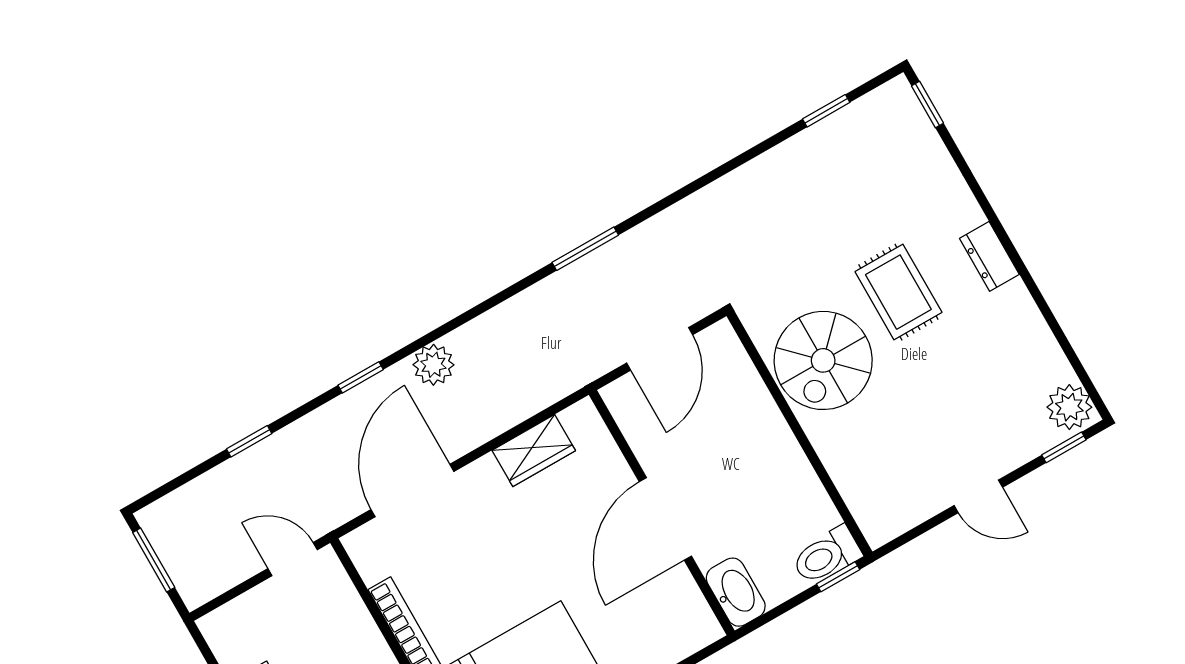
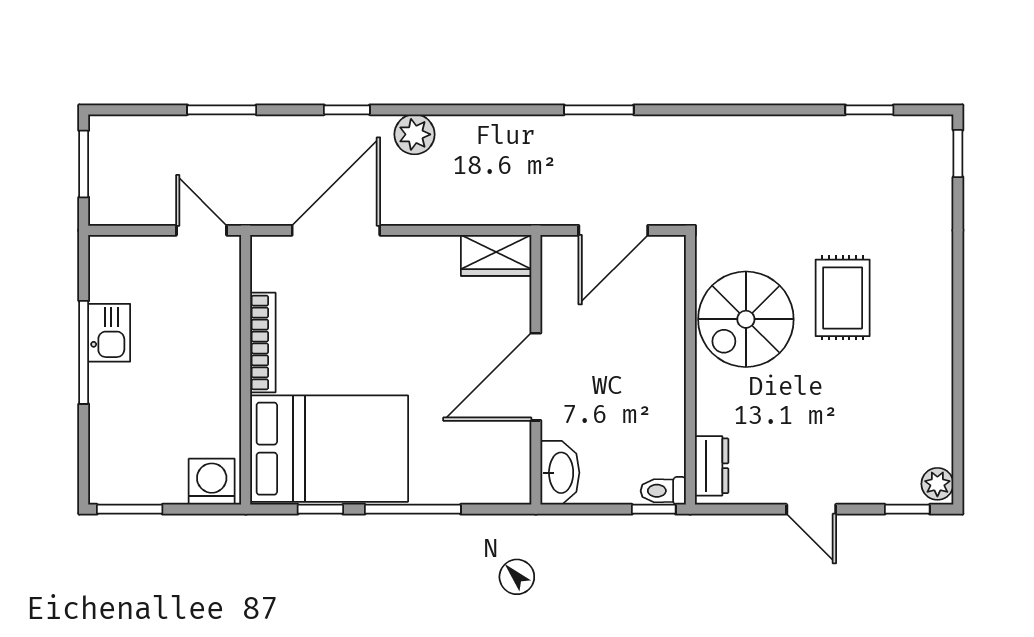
dresser: (989, 256) -> (712, 466), moved, turned 180
plant: (1069, 407) -> (937, 484), width x0.73, depth x0.73
window: (249, 441) -> (222, 110), width x1.50
wardrobe: (534, 450) -> (496, 255), moved
toilet: (827, 555) -> (663, 491), width x0.73, depth x0.72

